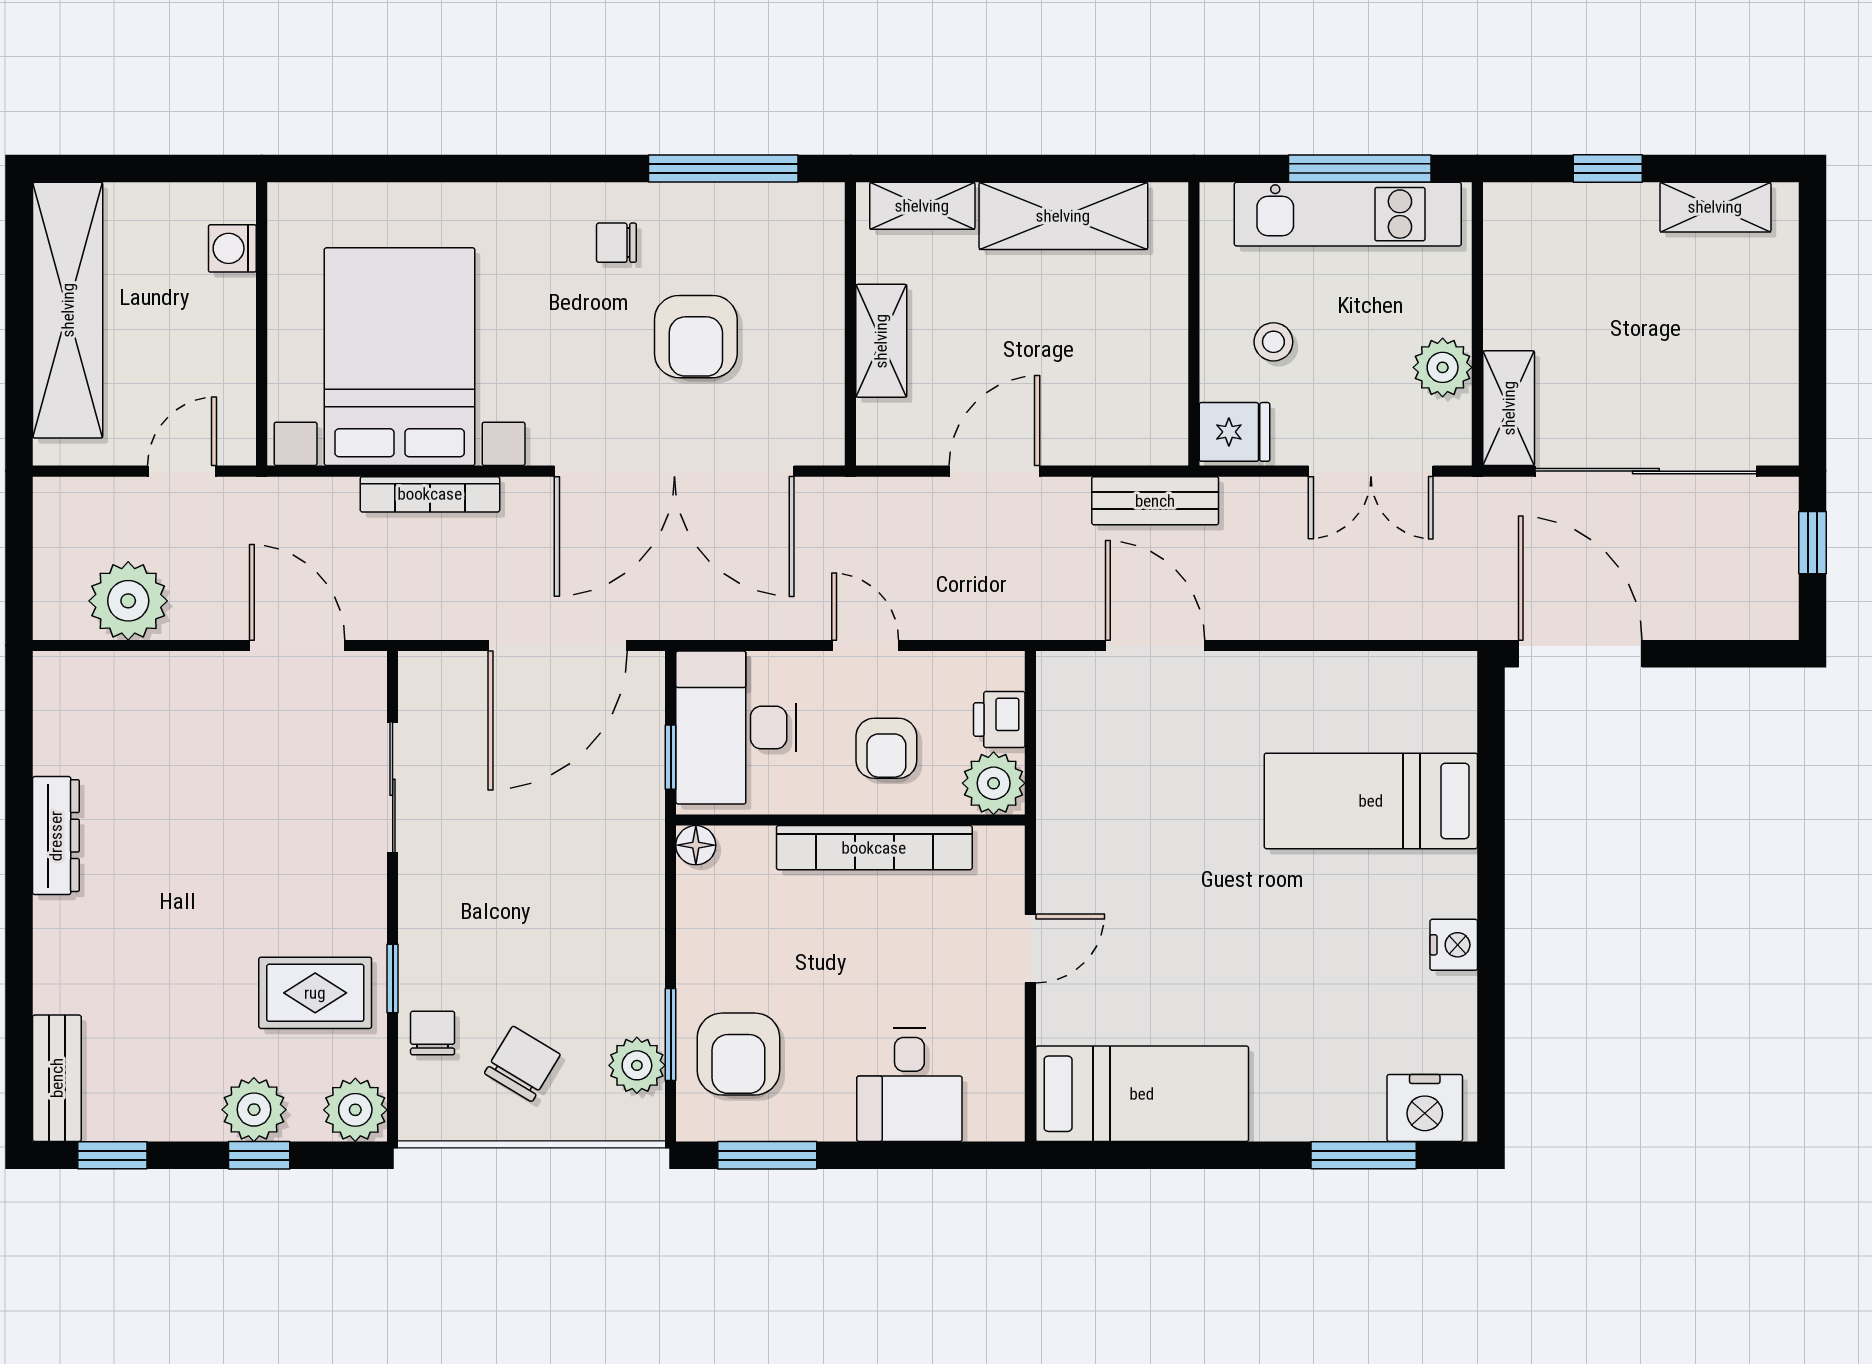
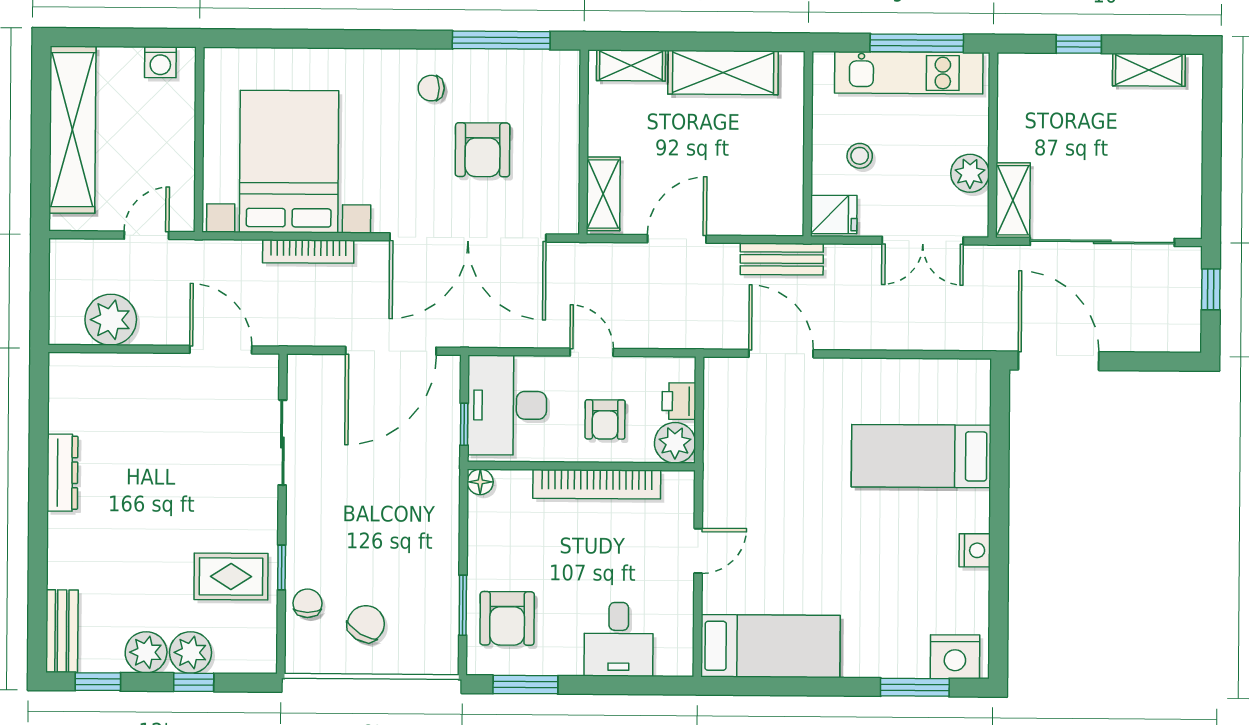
washing machine: (232, 248) -> (160, 62), moved, turned -90
shelving: (881, 341) -> (603, 194), moved
plant: (637, 1065) -> (441, 625), removed
plant: (355, 1110) -> (146, 652), moved

